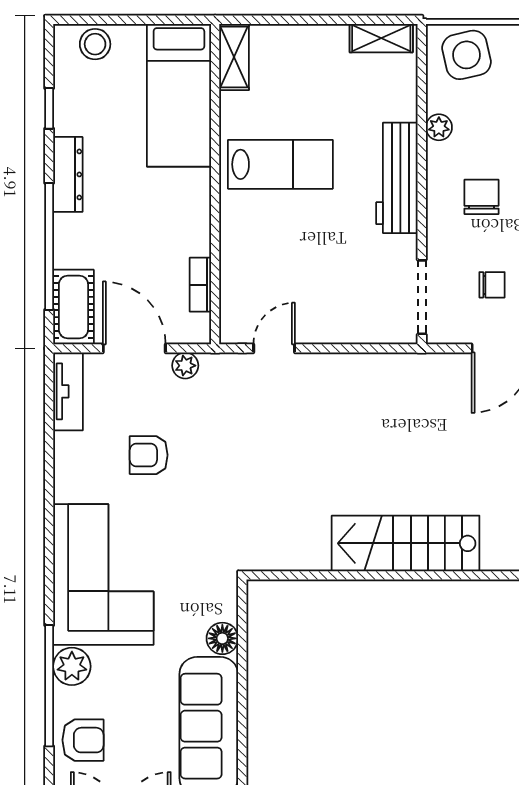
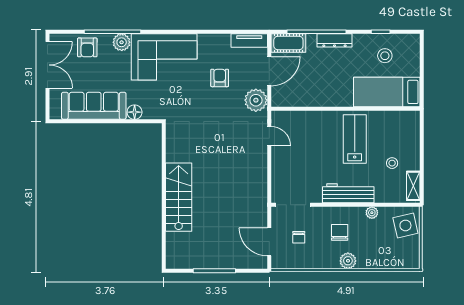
stool: (95, 44) -> (385, 56), moved
shelving: (234, 57) -> (404, 118), removed
stool: (332, 84) -> (392, 163), added
lab bench: (280, 164) -> (355, 139), turned 180
dresser: (68, 174) -> (334, 40), moved
chair: (482, 197) -> (340, 232), turned -90
bookcase: (200, 285) -> (299, 102), removed
plant: (185, 366) -> (256, 100), width x1.88, depth x1.88

